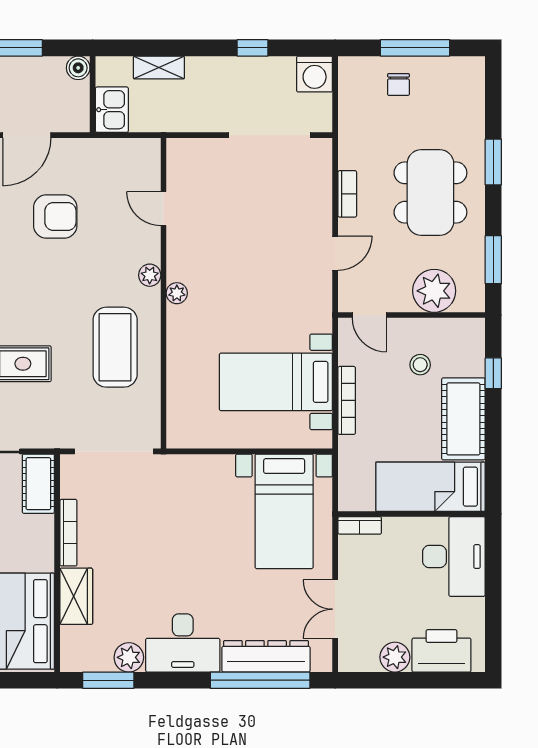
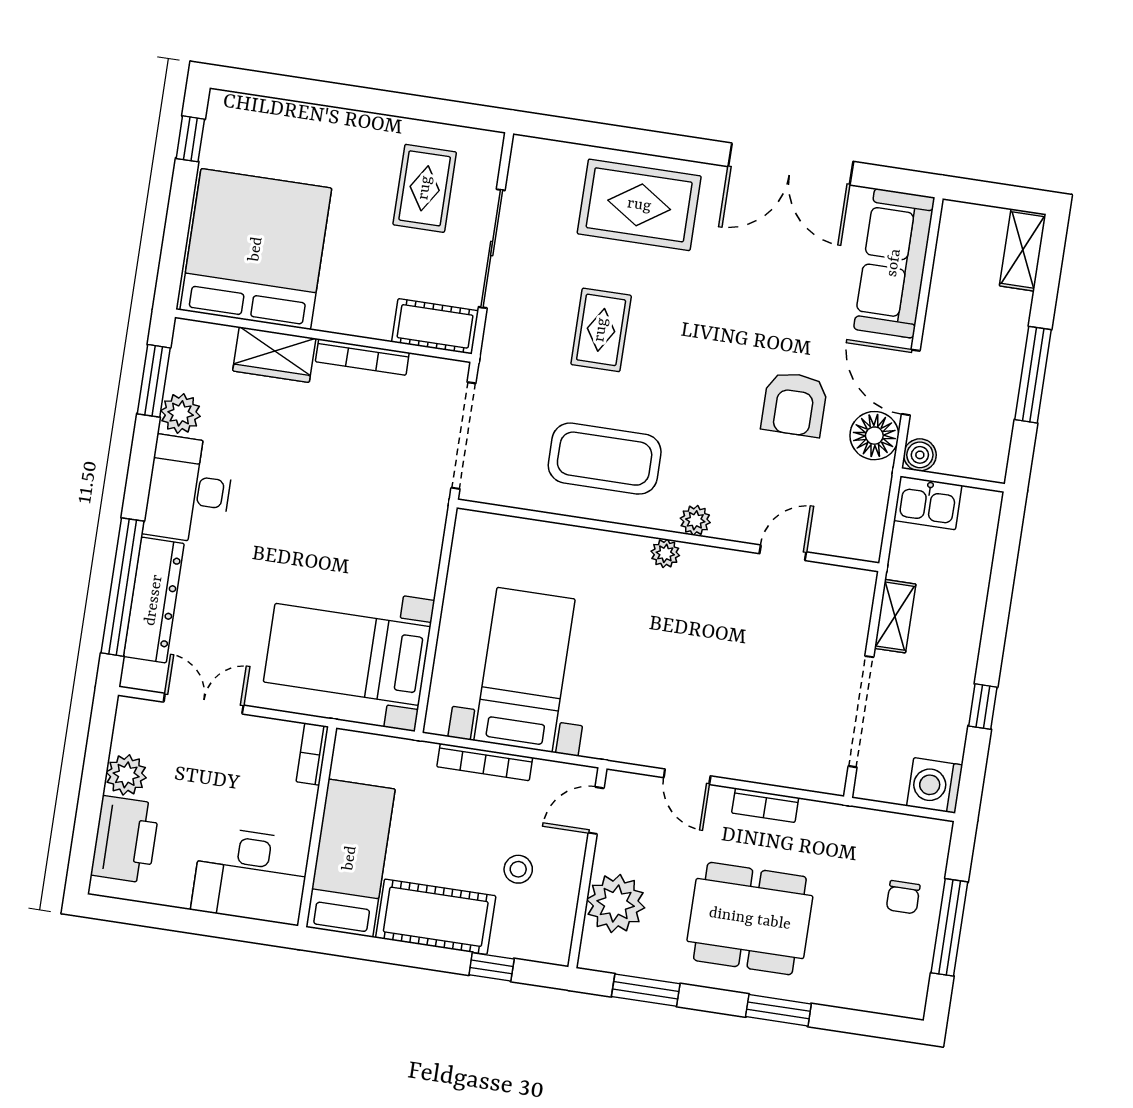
boiler: (78, 68) -> (920, 455), moved
shelving: (159, 68) -> (895, 616), moved
chair: (398, 85) -> (903, 897), turned -90
floor lamp: (69, 155) -> (874, 436), added

